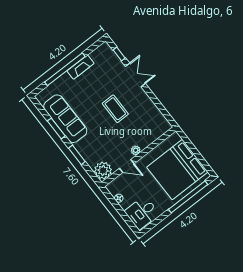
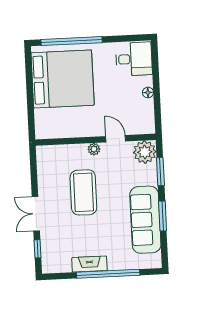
coffee table: (115, 109) -> (83, 192), width x1.36, depth x1.32
plant: (136, 150) -> (94, 149), moved
wall: (139, 157) -> (96, 140), moved
door: (127, 166) -> (116, 139), moved
plant: (103, 170) -> (145, 152), moved

